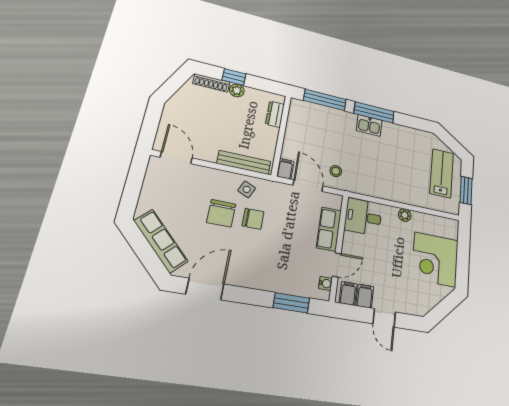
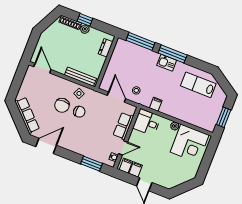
filing cabinet: (285, 169) -> (156, 104), moved
lab bench: (442, 173) -> (198, 85), moved, turned -90
corner desk: (435, 259) -> (190, 144), moved, turned -90

